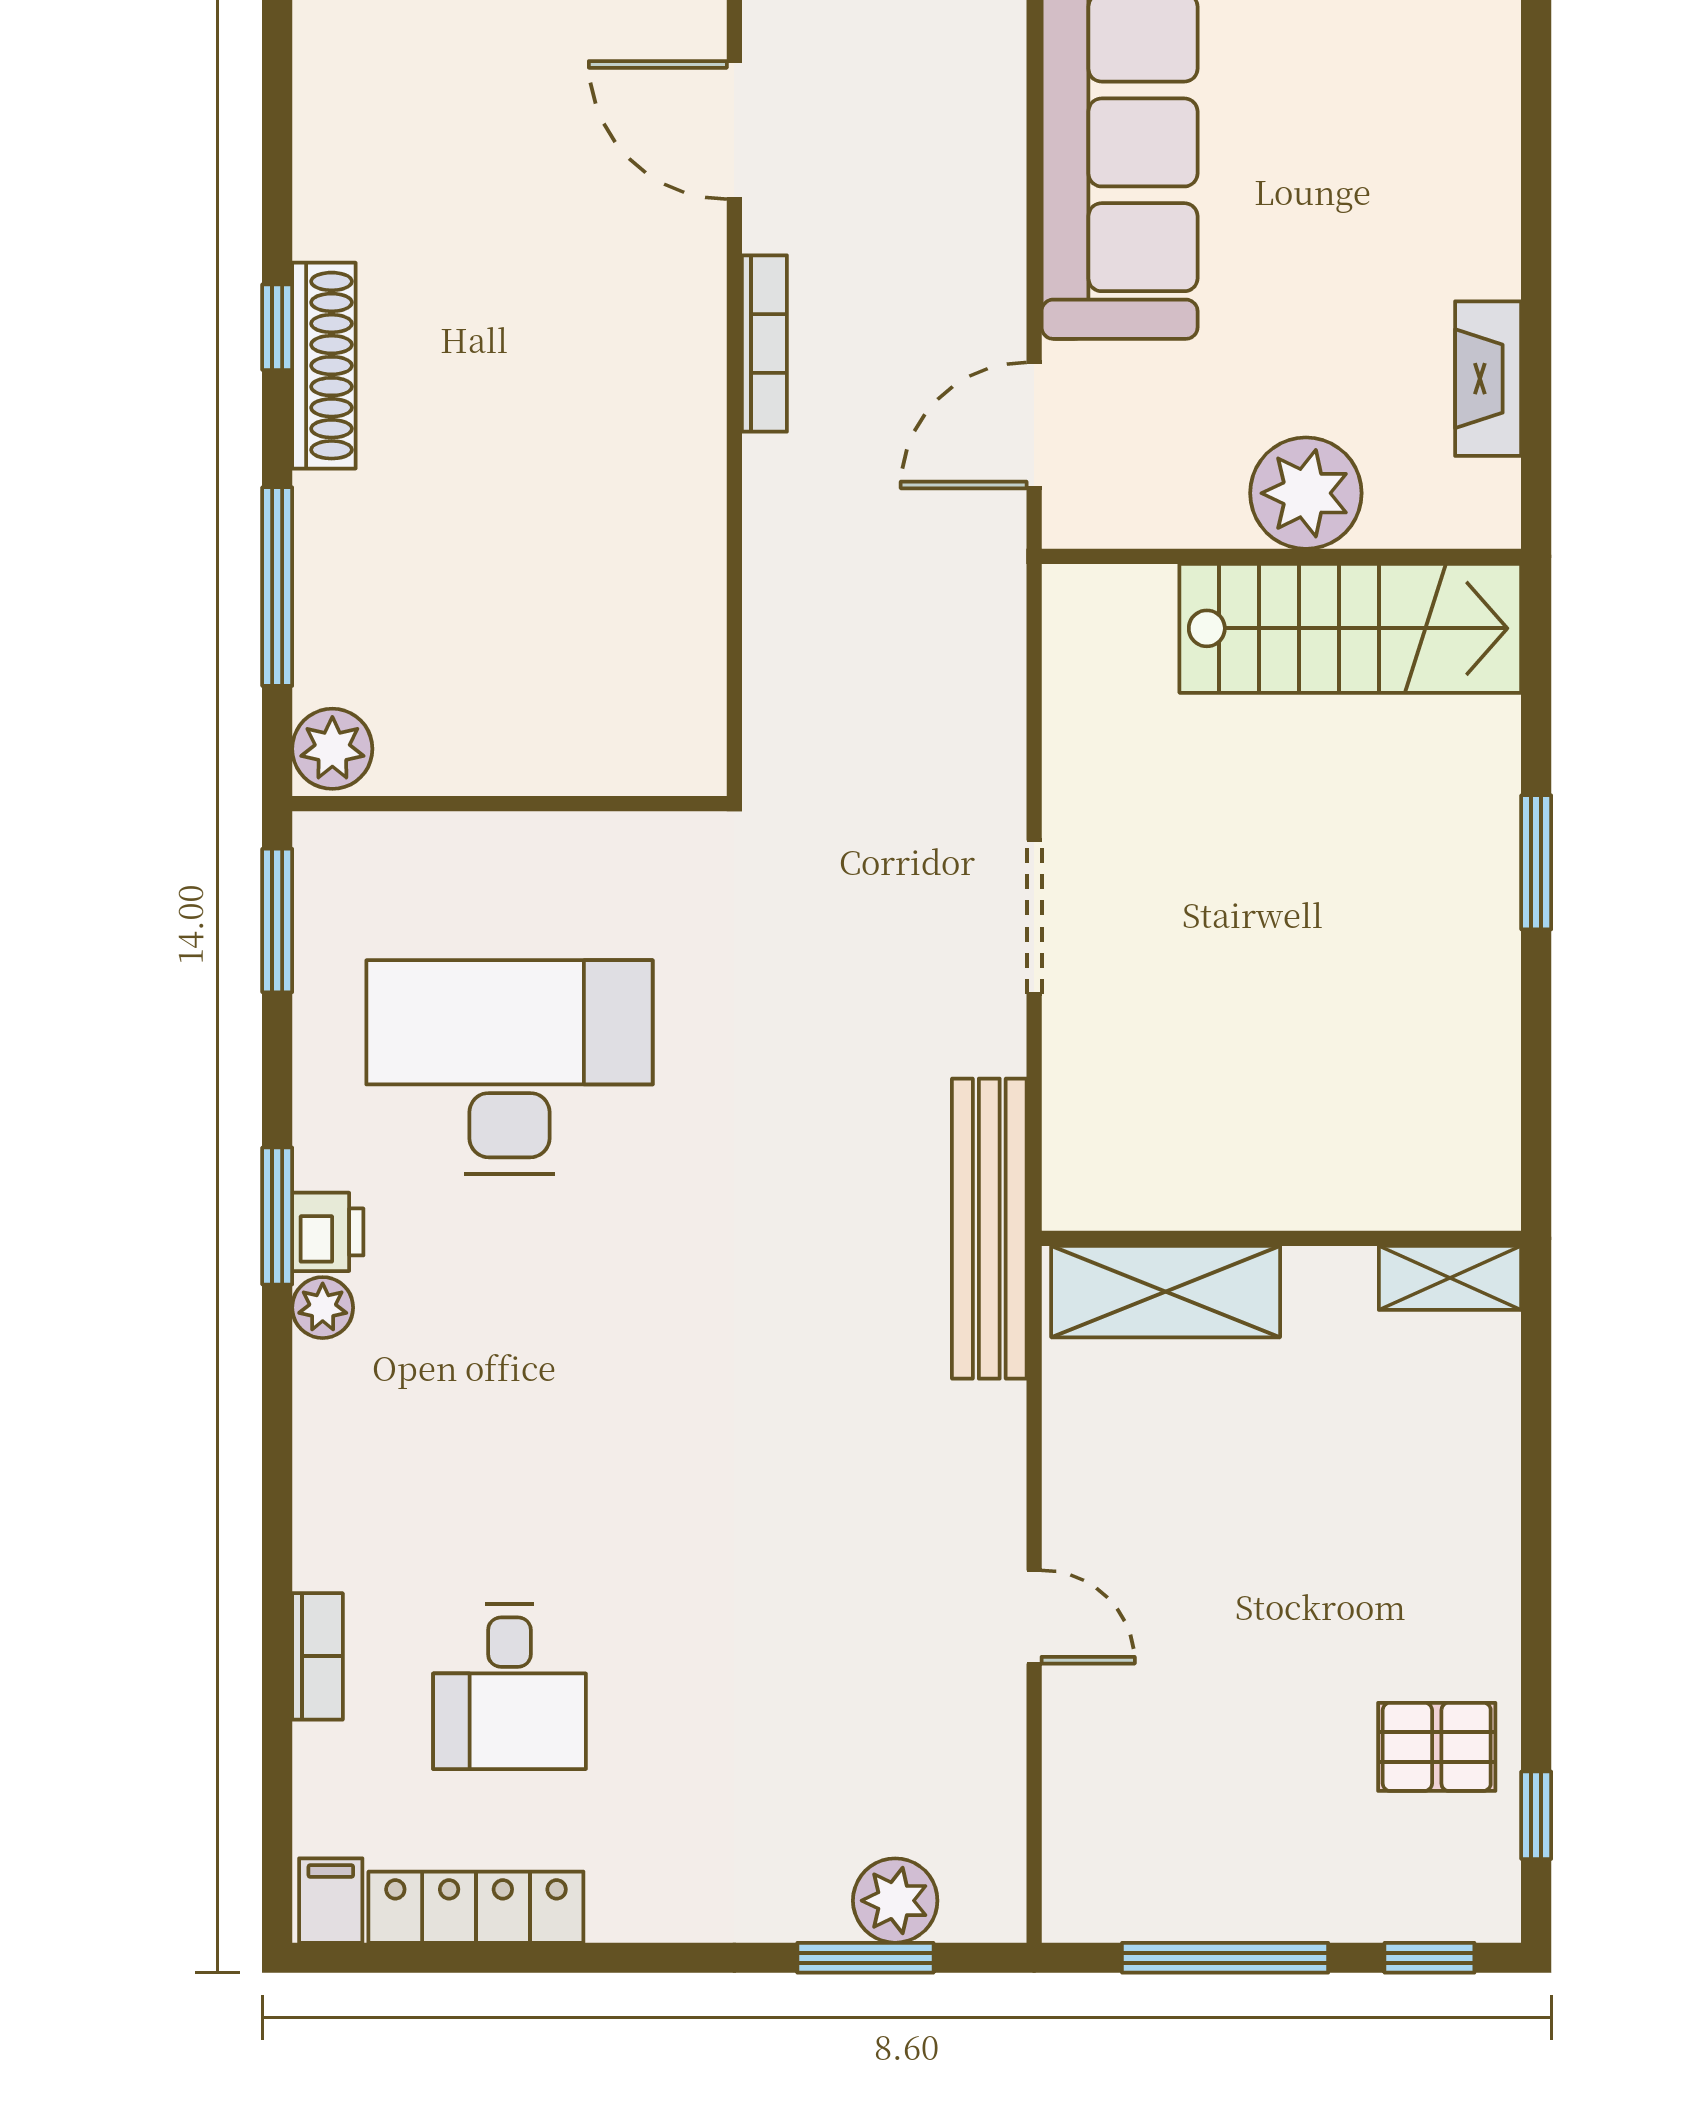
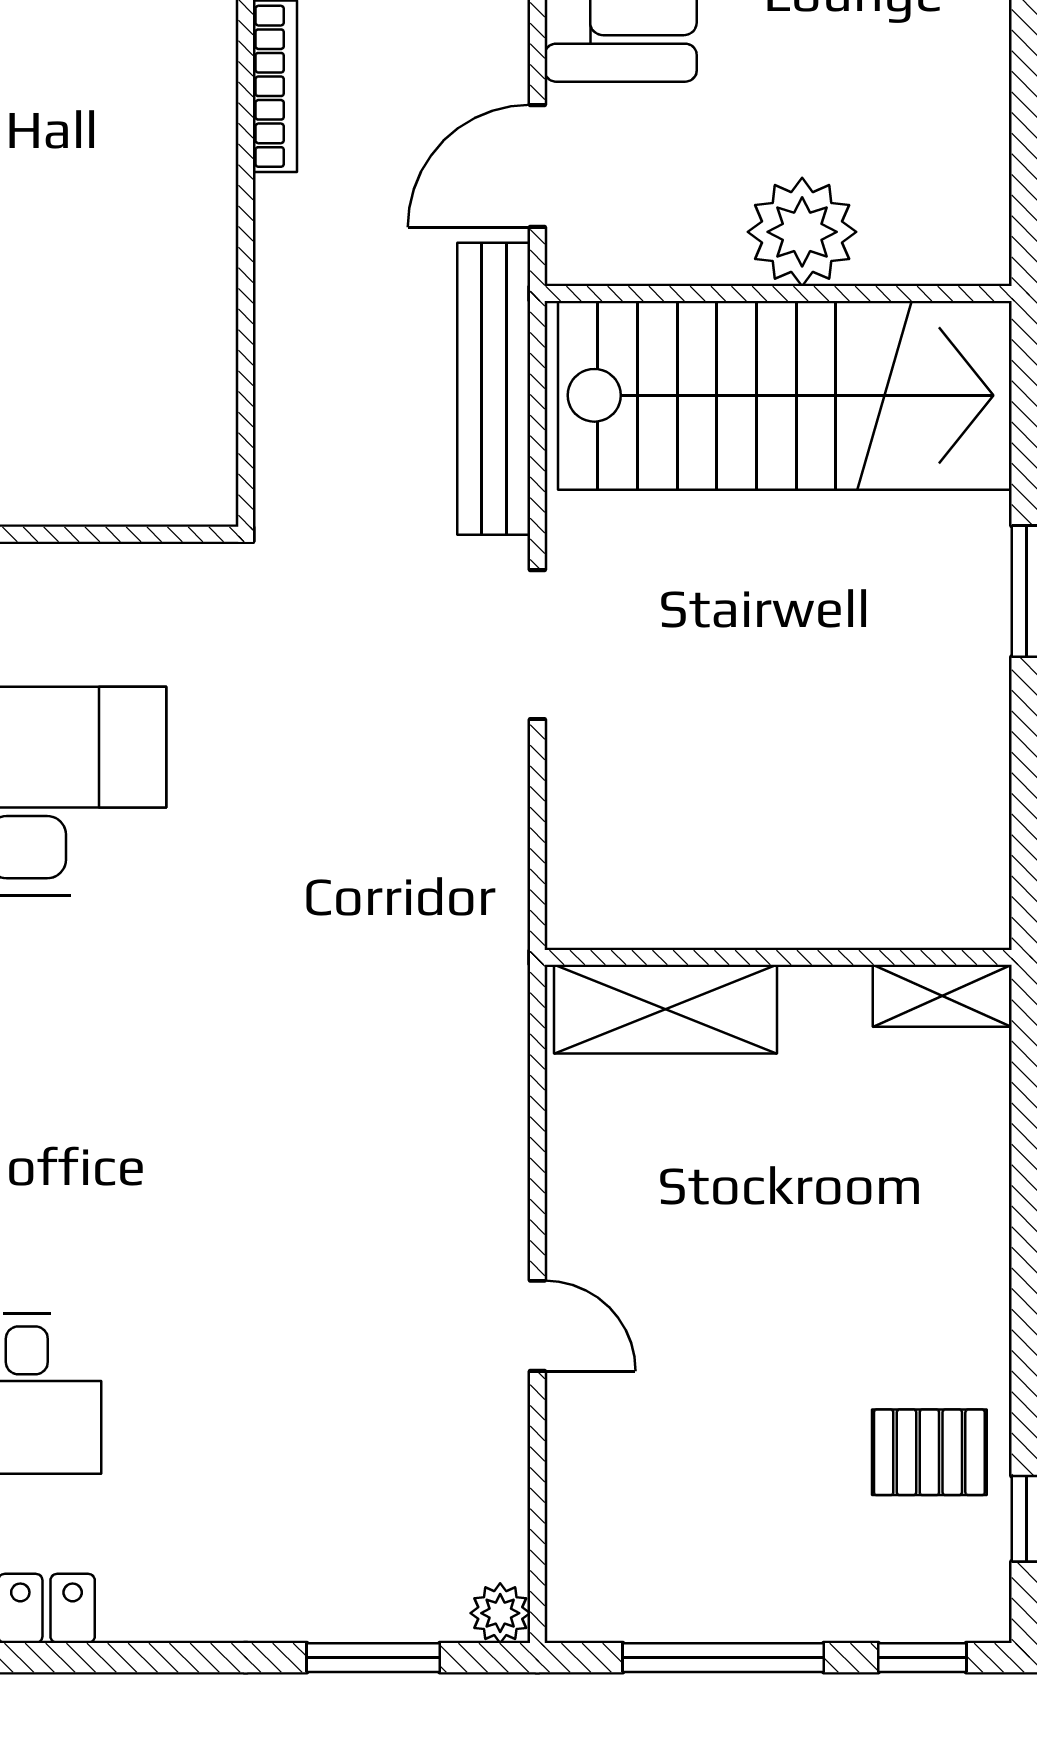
fireplace: (1488, 379) -> (979, 121), removed
stairs: (1350, 628) -> (785, 395), width x1.36, depth x1.51
bench: (989, 1229) -> (494, 389), moved
plant: (895, 1901) -> (500, 1613), moved, width x0.73, depth x0.73

